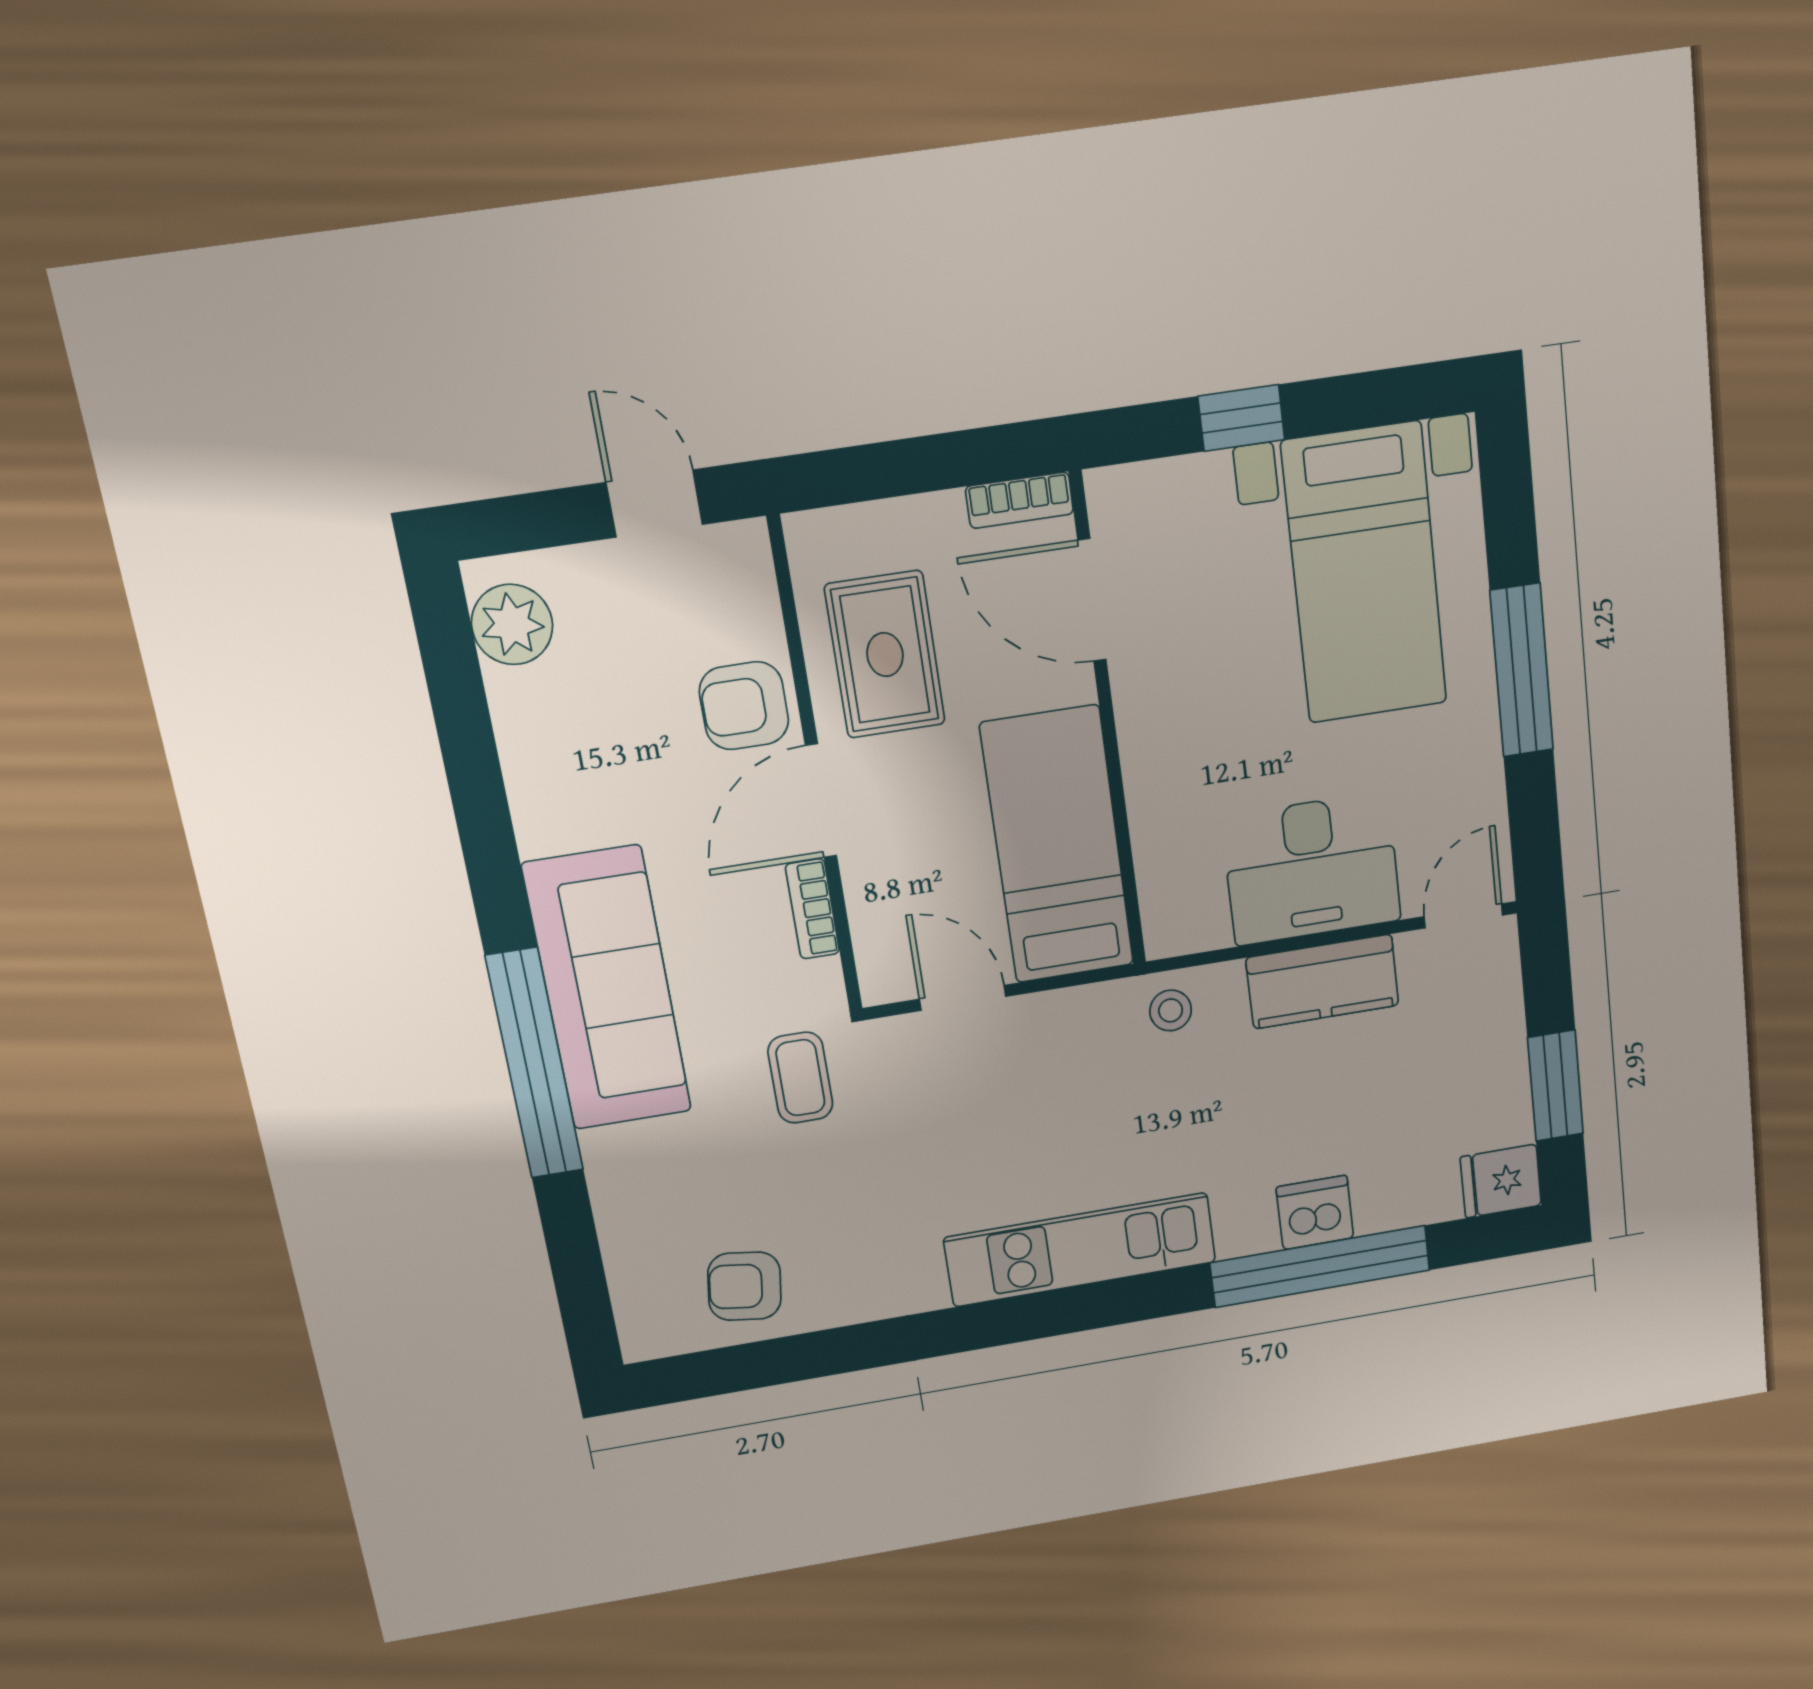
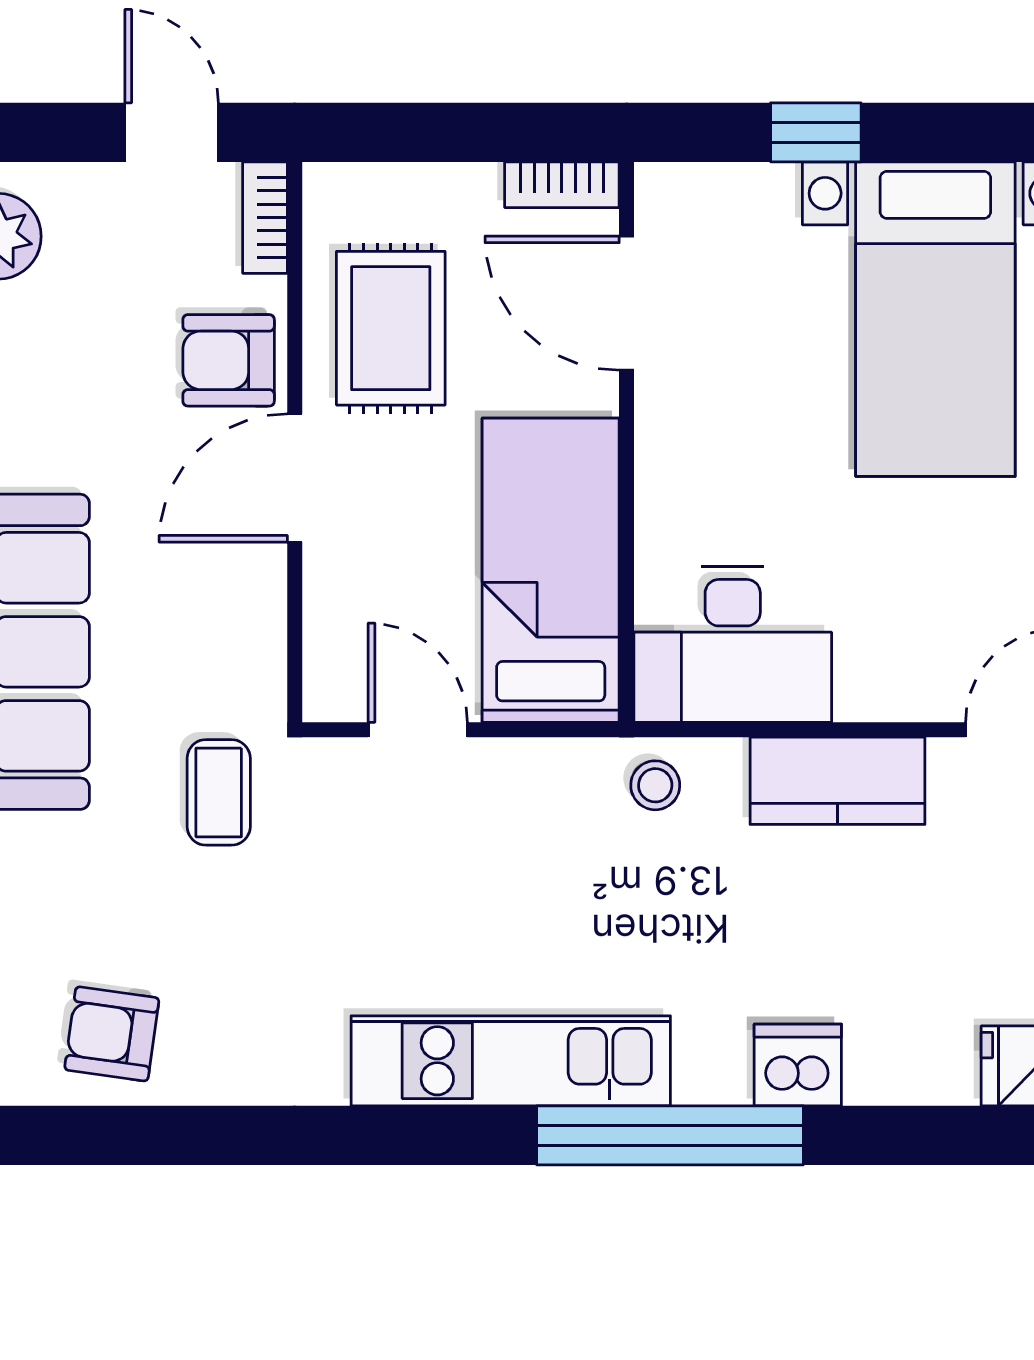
desk: (1312, 869) -> (733, 645), moved
bookcase: (812, 909) -> (265, 218), moved
window: (1320, 1267) -> (670, 1135), moved

